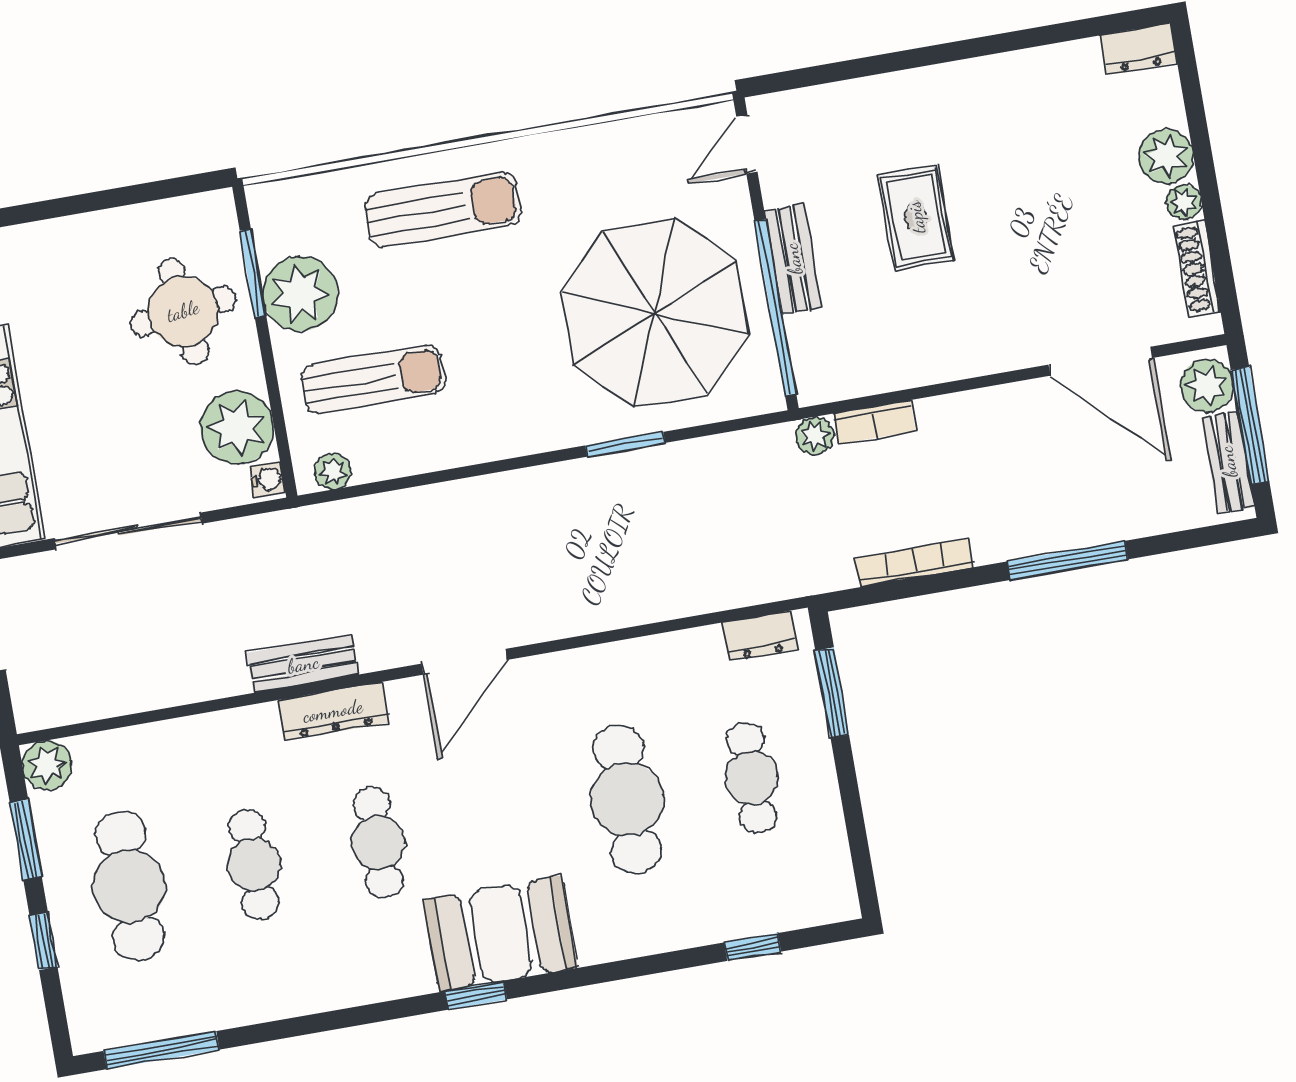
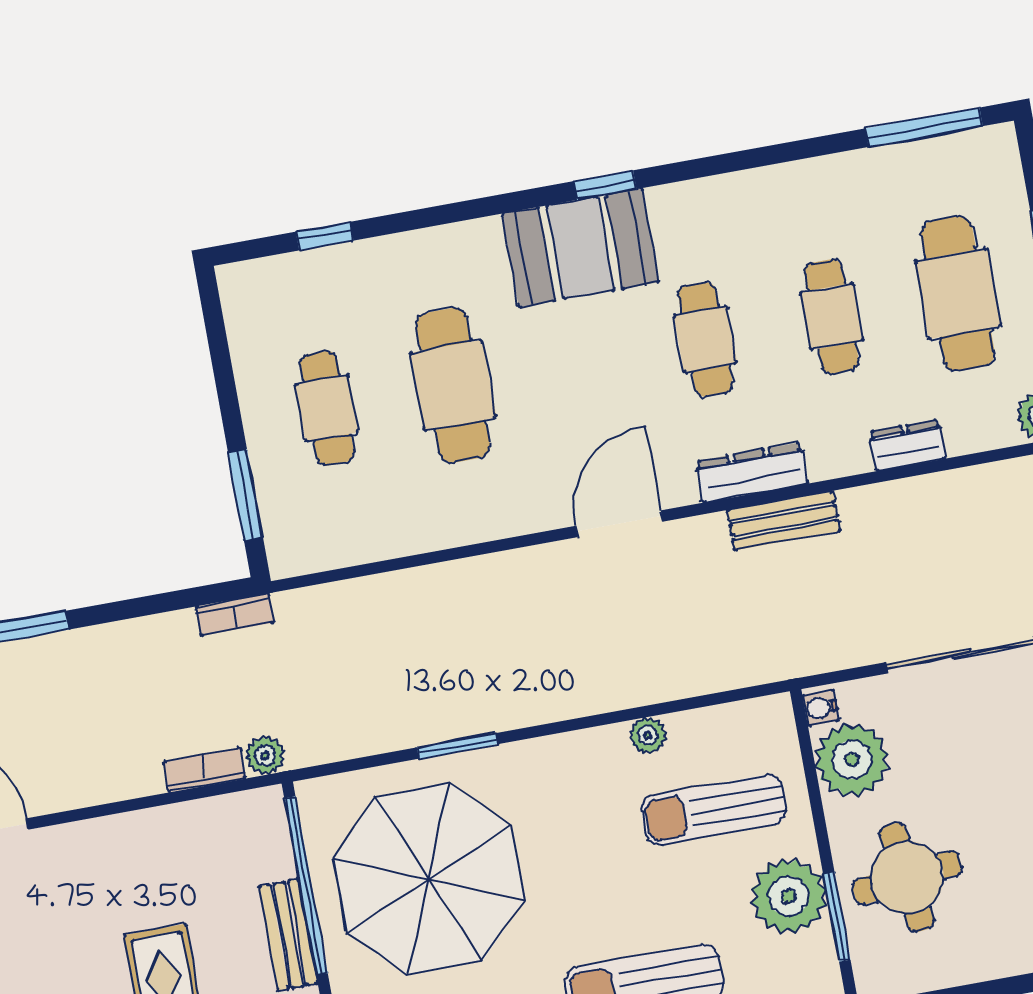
plant: (333, 471) -> (648, 735), moved
bookcase: (914, 563) -> (235, 615), moved, width x0.64
dresser: (760, 636) -> (908, 445), moved

